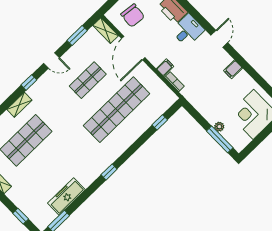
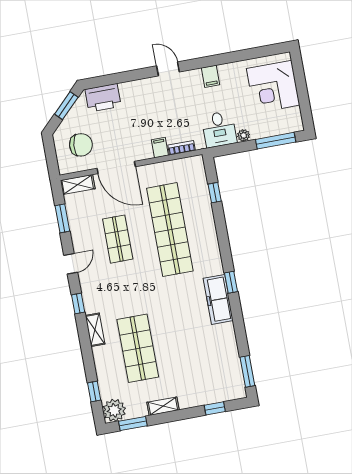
desk: (188, 30) -> (219, 129), moved, turned 180
plant: (219, 127) -> (244, 135), moved
freezer: (66, 196) -> (218, 299), moved

